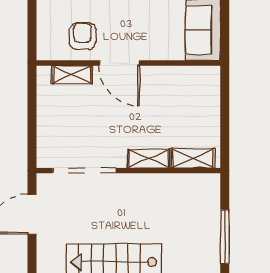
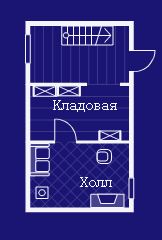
armchair: (83, 36) -> (104, 157), turned 90
door: (119, 63) -> (66, 142), moved

